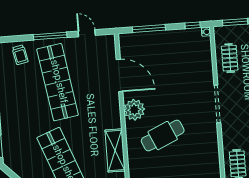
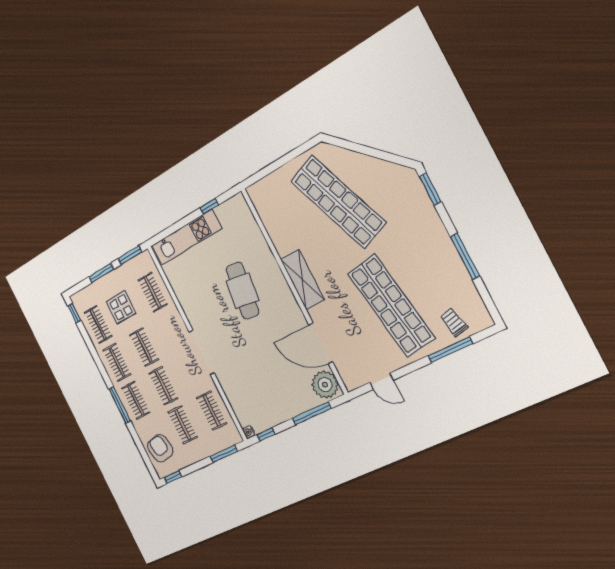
window: (50, 36) -> (450, 350), moved
plant: (134, 110) -> (325, 385), moved
cafe table: (163, 136) -> (242, 291), turned -58
shelving: (115, 150) -> (302, 280), moved

